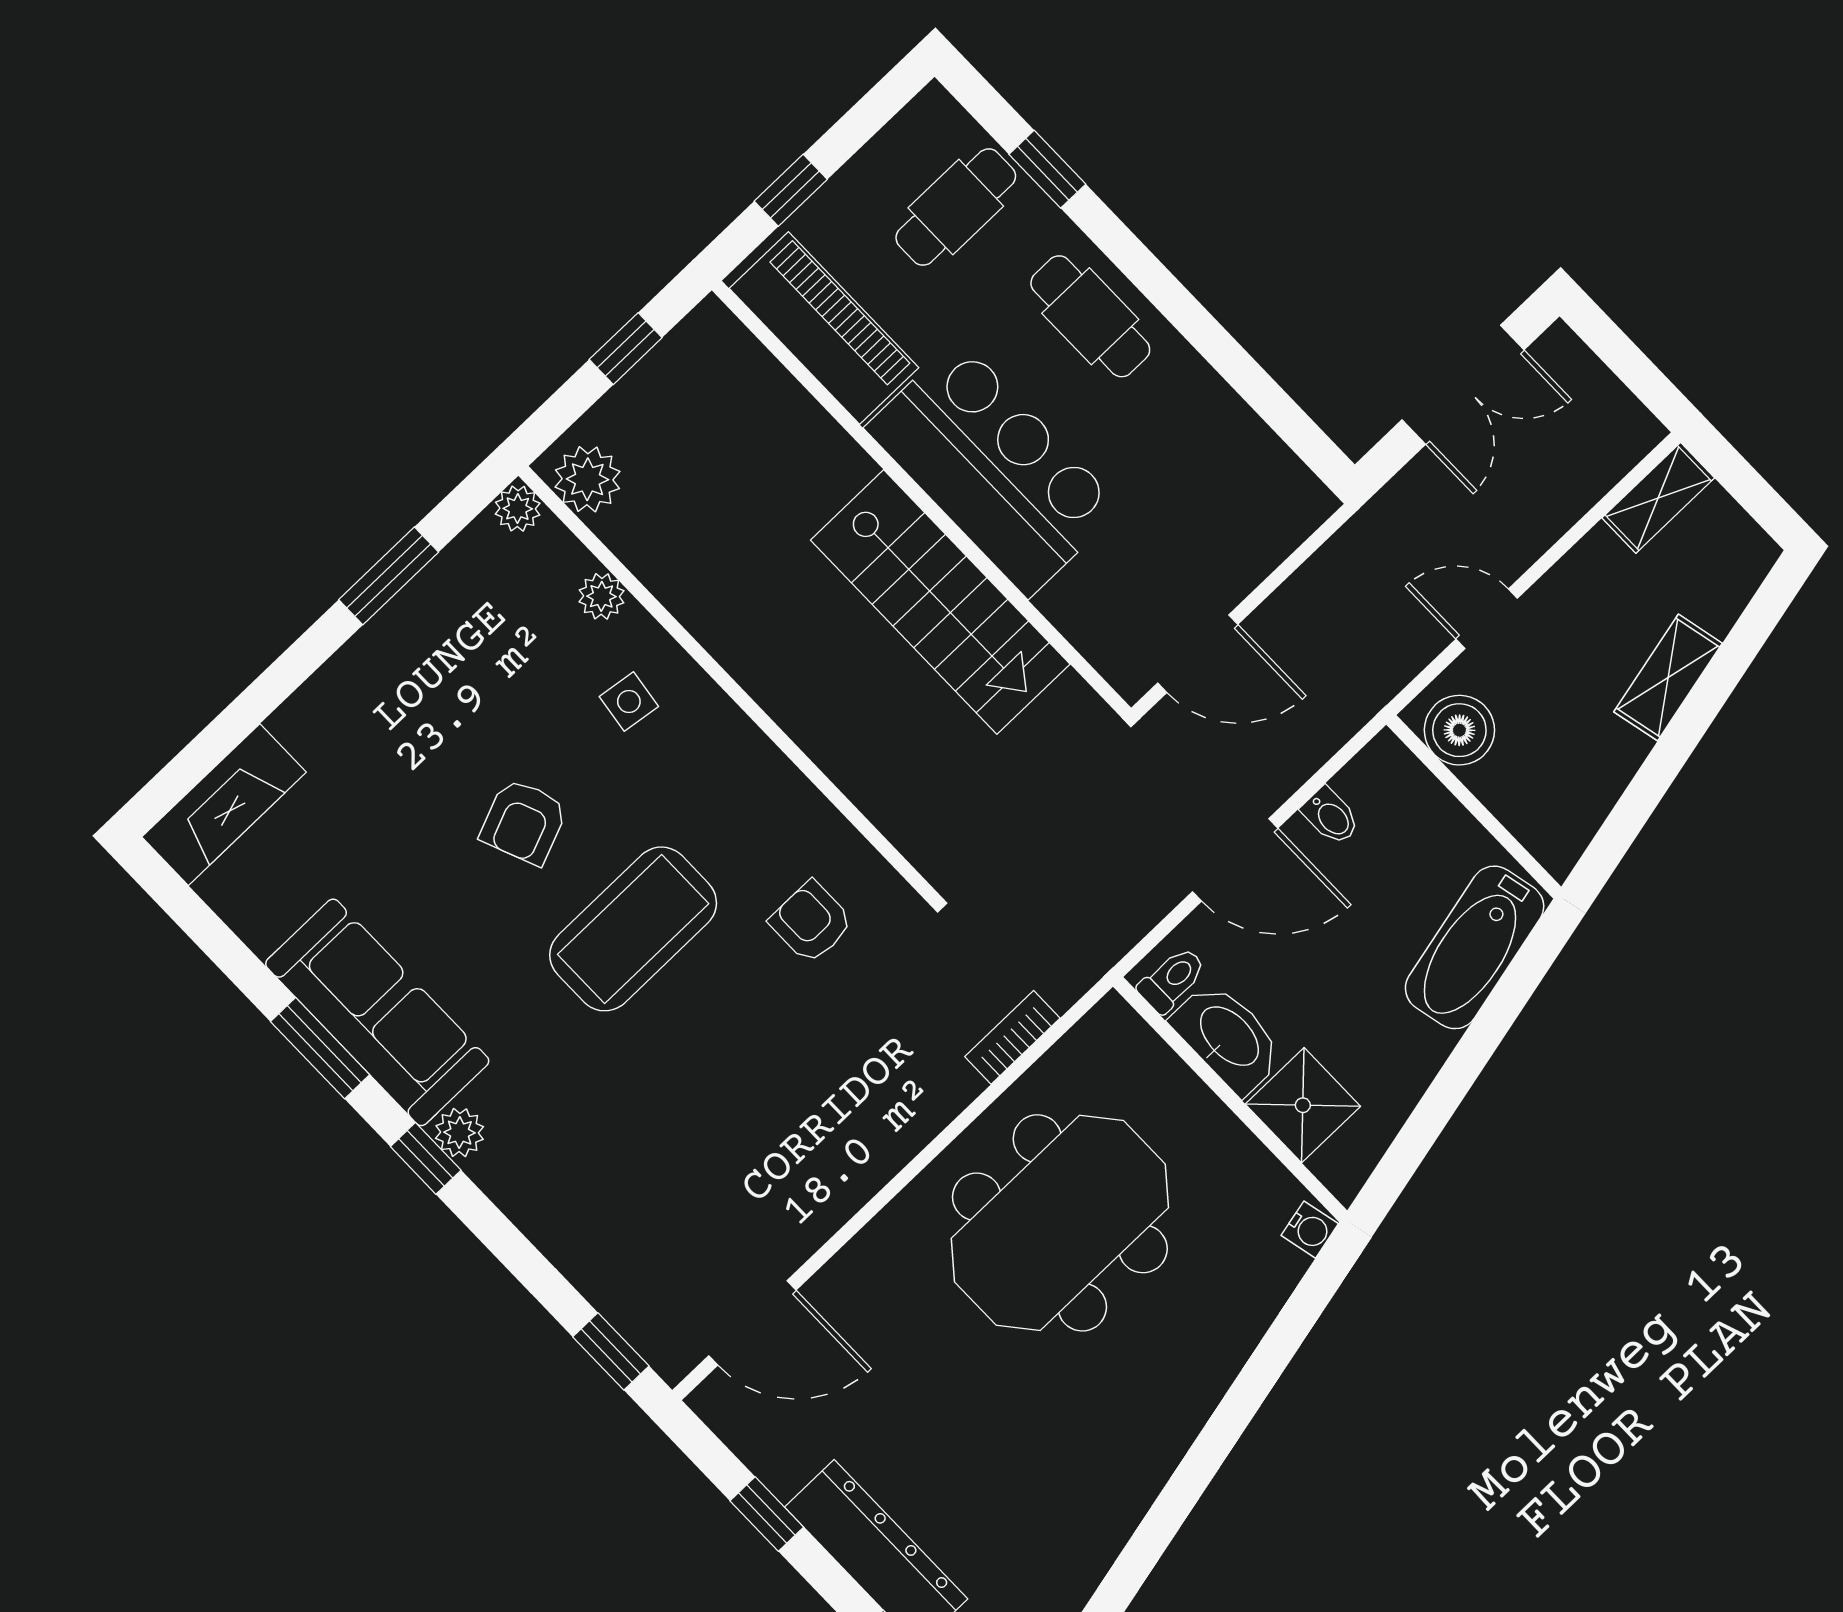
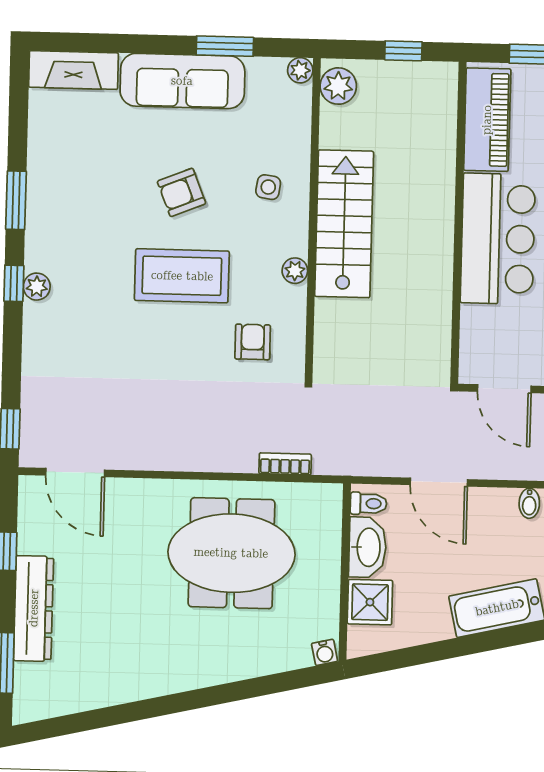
plant: (602, 596) -> (295, 271), moved
stairs: (940, 602) -> (344, 224), moved, turned 180
bidet: (1331, 816) -> (529, 503), moved
sofa: (377, 1012) -> (182, 81), moved, turned 90

